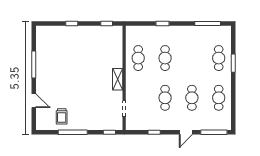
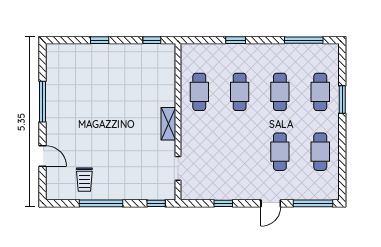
cafe table: (165, 98) -> (280, 92), moved

